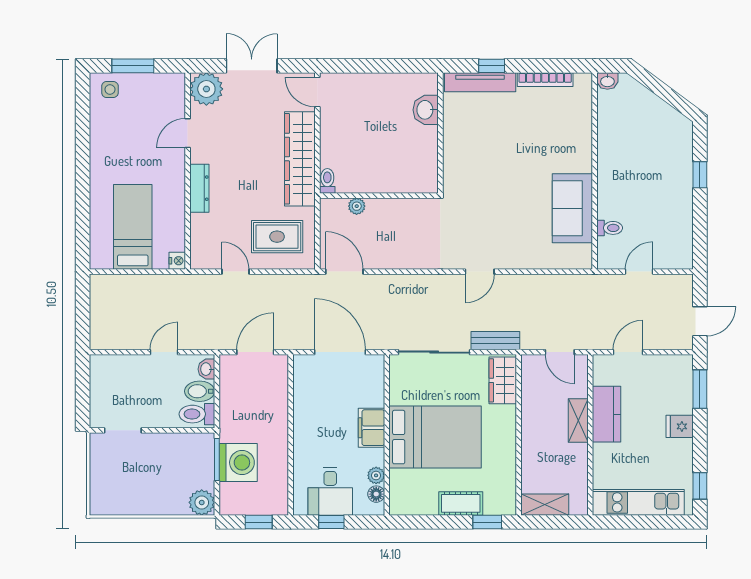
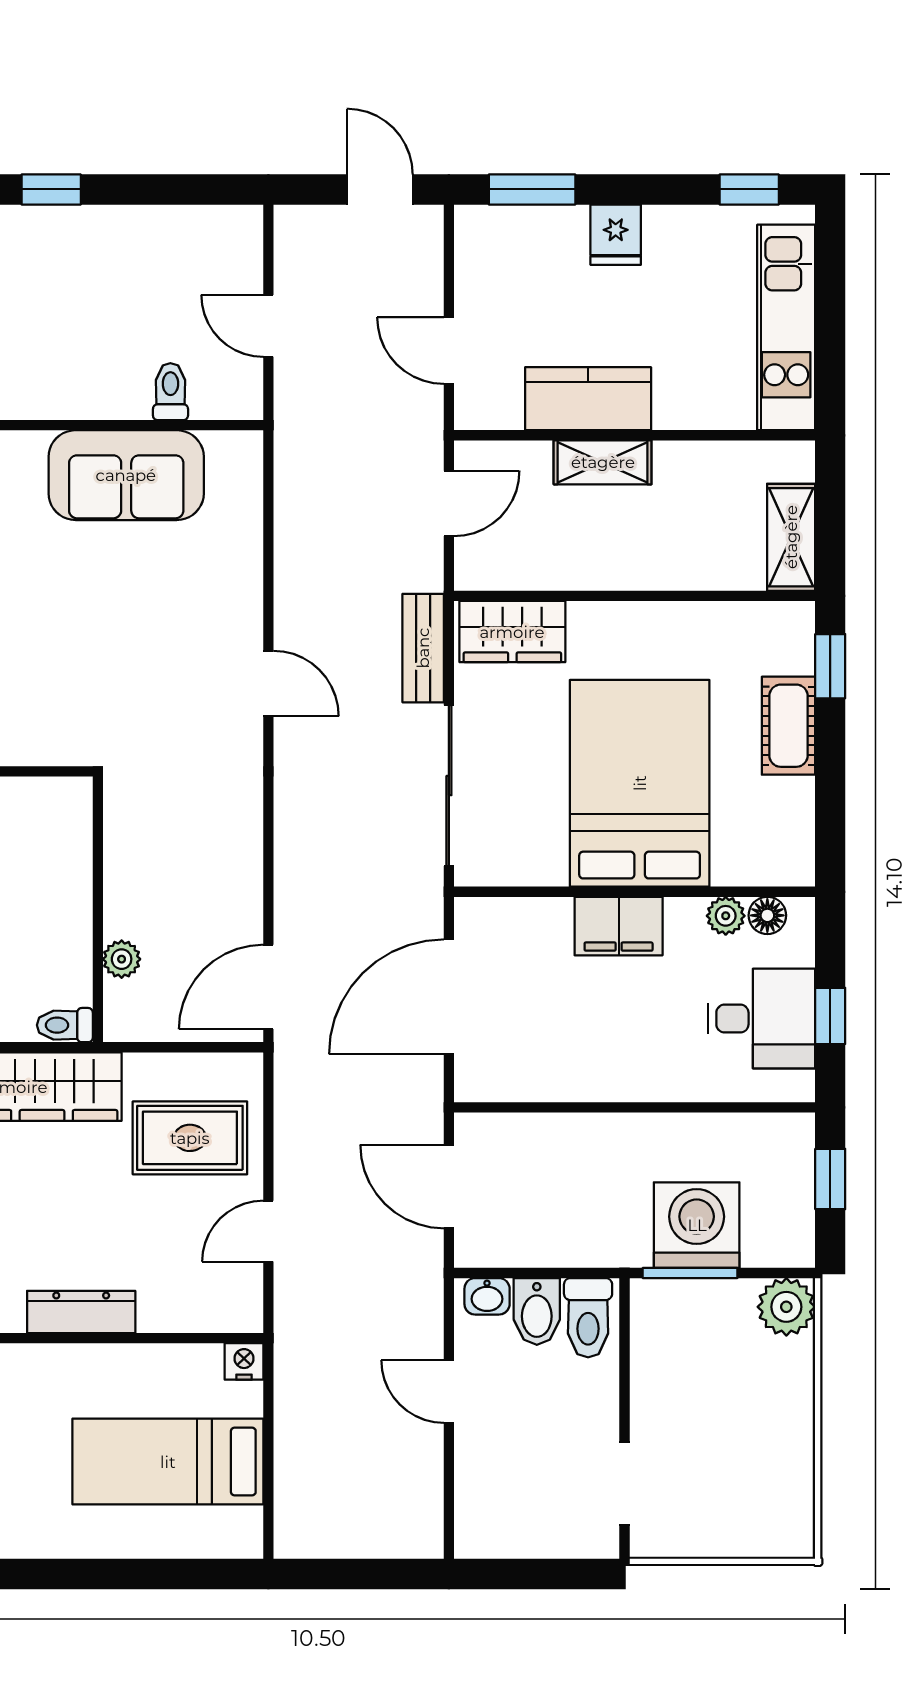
rug: (277, 237) -> (190, 1138), turned 90

